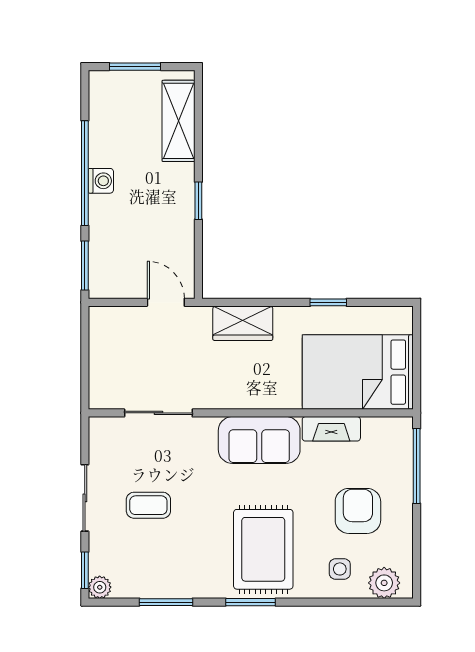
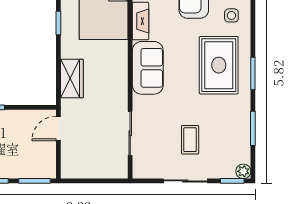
rug: (263, 549) -> (219, 65), turned 90

